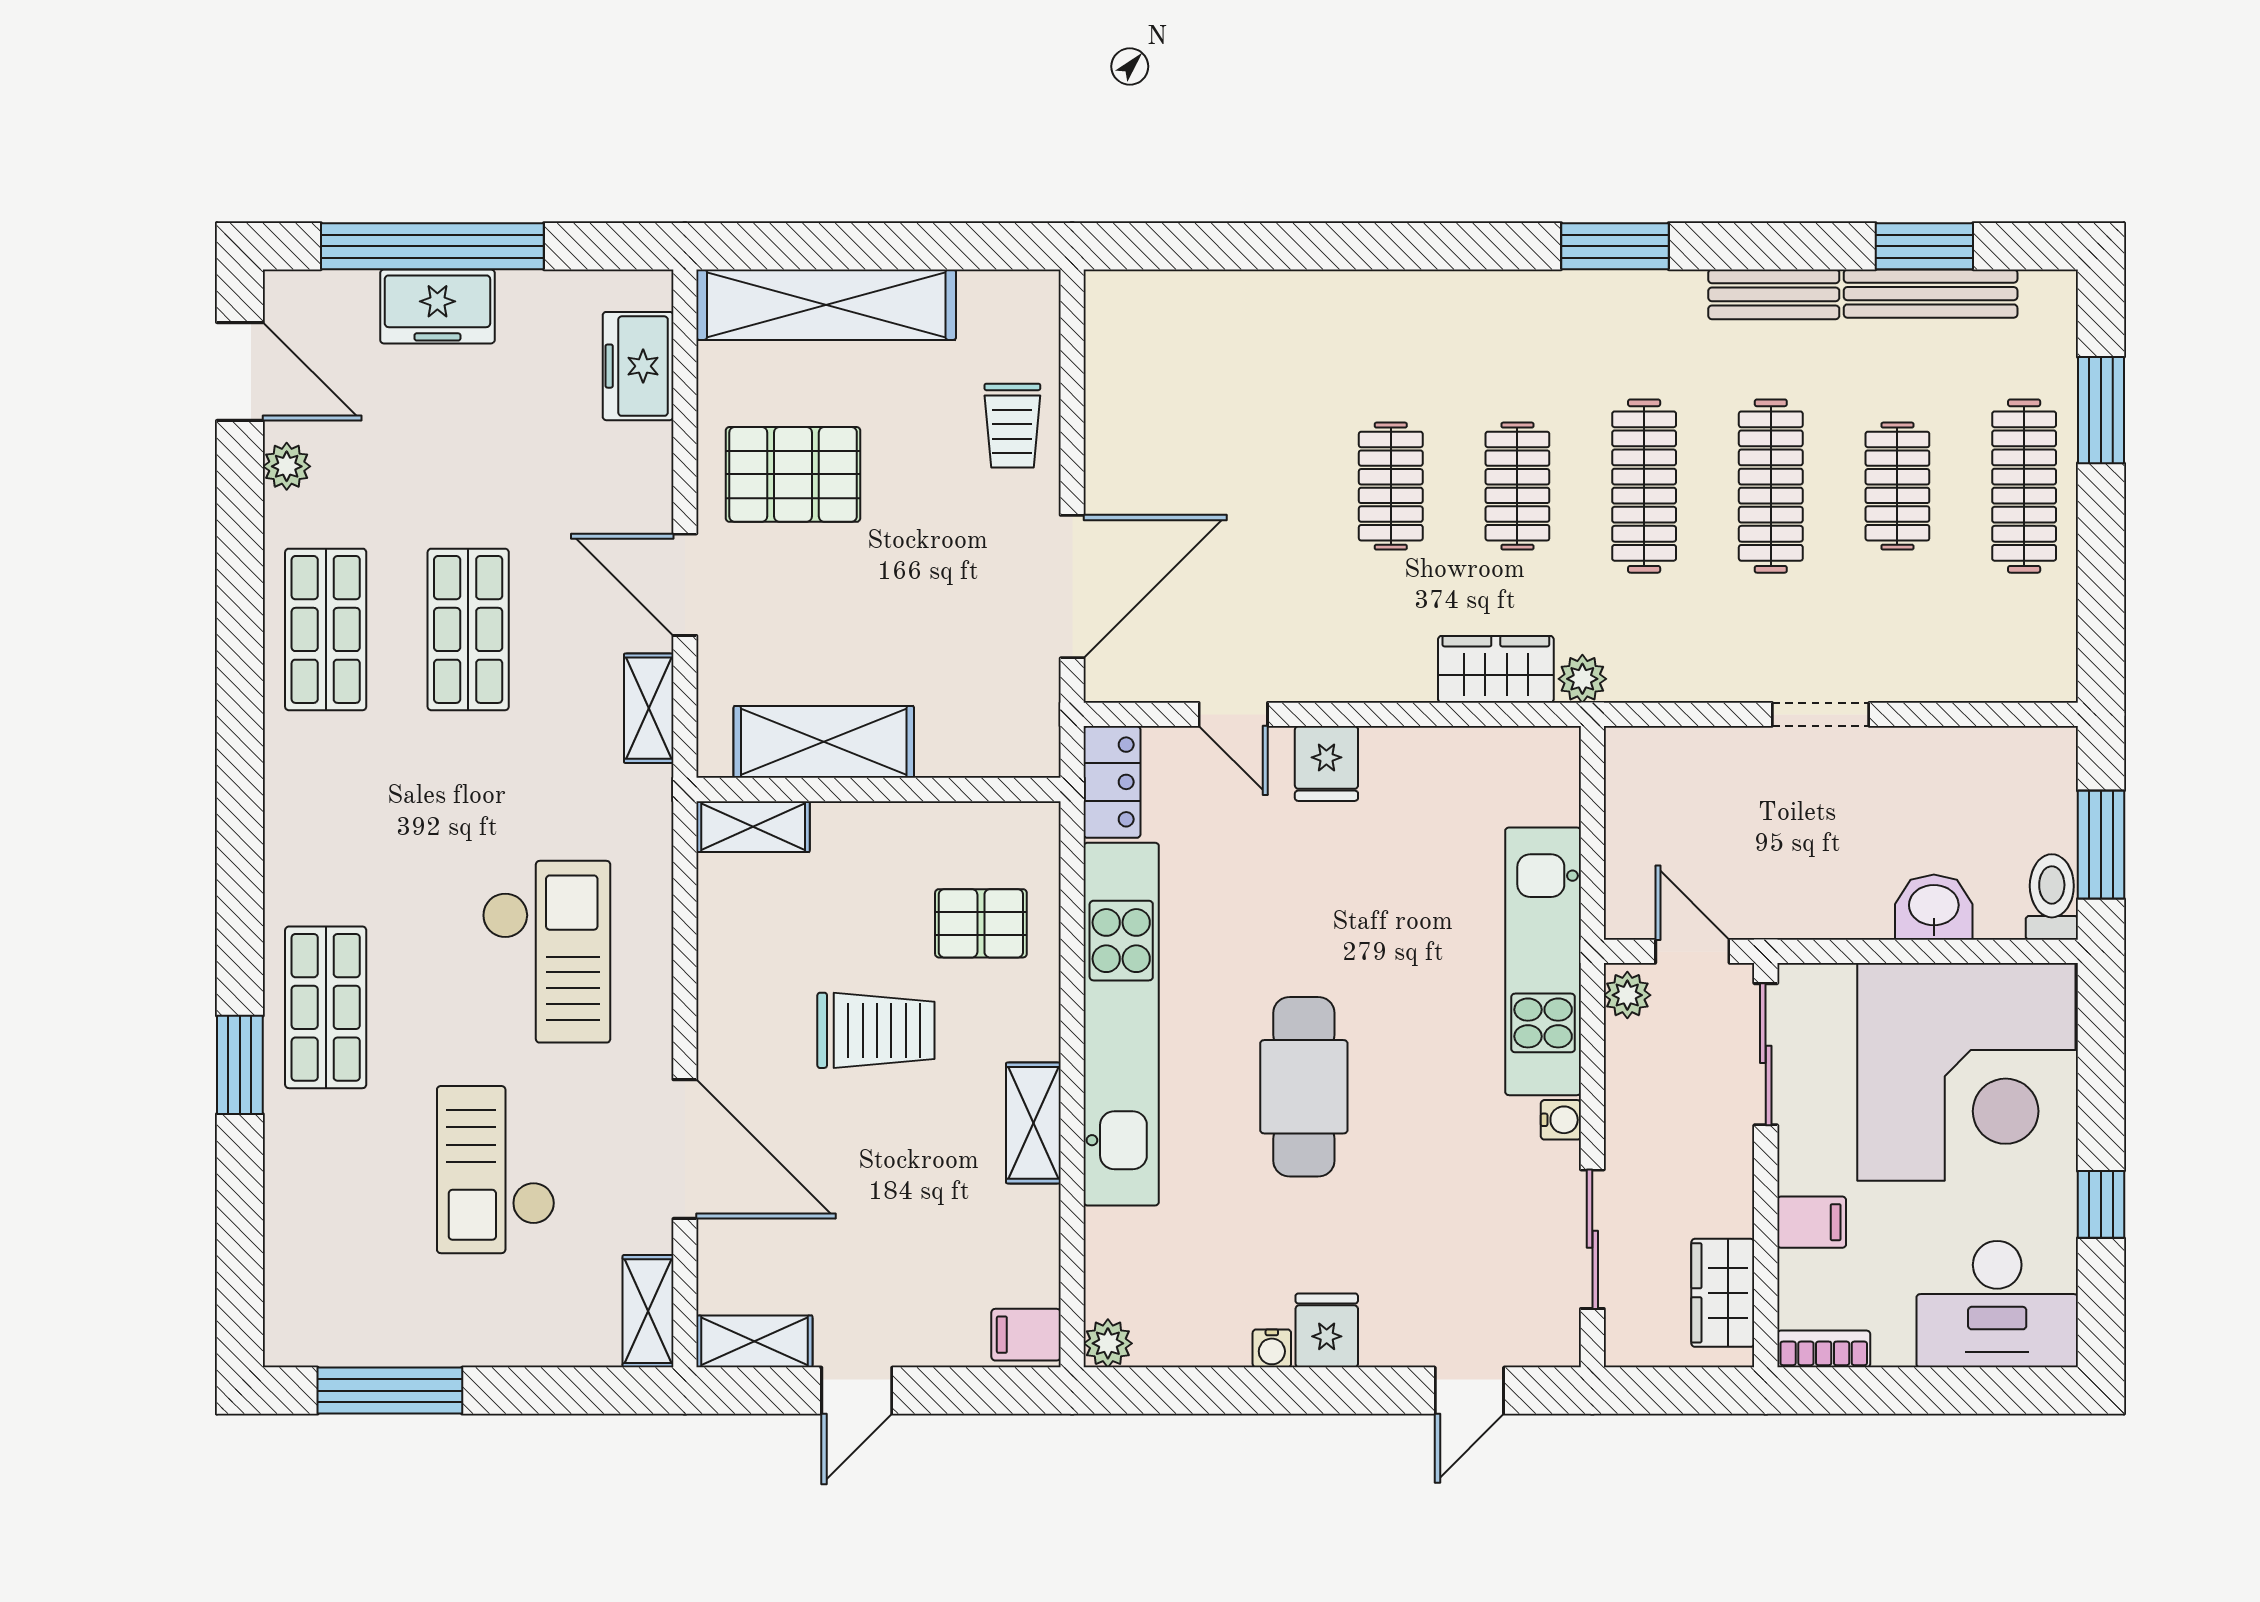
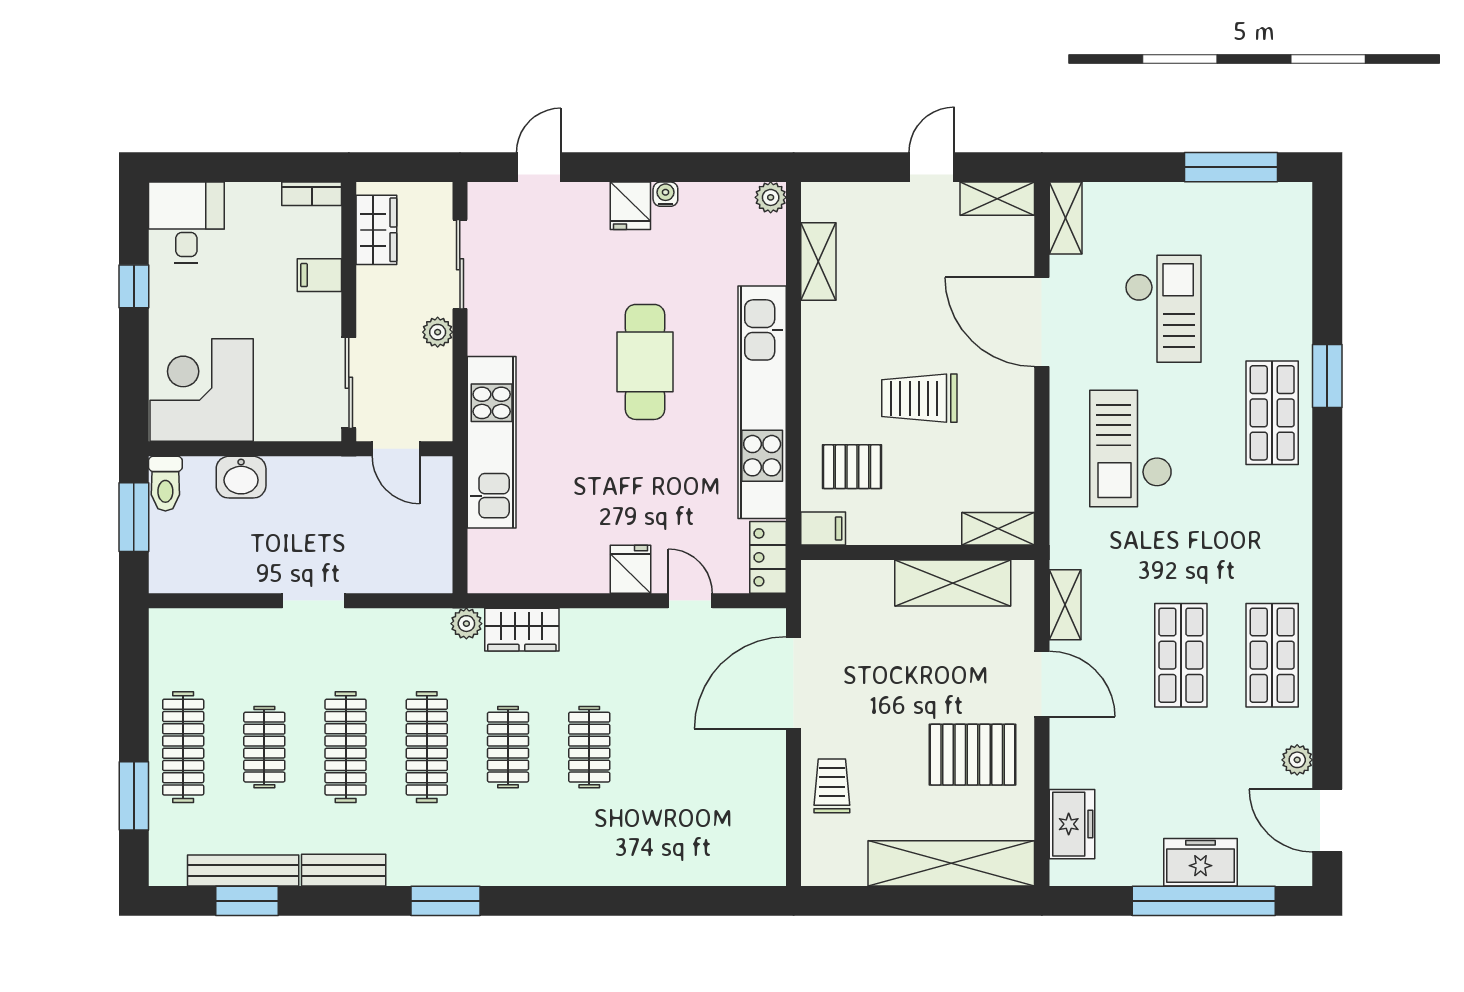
plant: (1627, 995) -> (438, 332), moved
corner desk: (1966, 1072) -> (202, 390), width x0.74, depth x0.74
water cooler: (1561, 1120) -> (480, 341), removed
shelving: (1033, 1123) -> (818, 261), moved
desk: (1997, 1304) -> (186, 223), width x0.73
filing cabinet: (1026, 1335) -> (823, 529), moved

